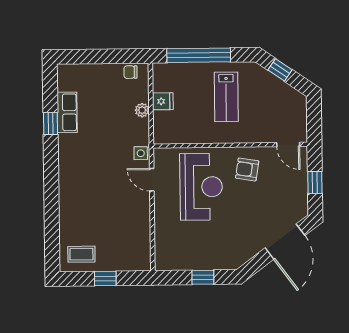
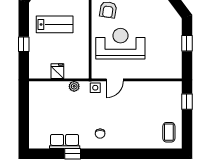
window: (199, 55) -> (24, 44), width x0.32
chair: (130, 72) -> (100, 134), moved
plant: (142, 110) -> (74, 86), moved
window: (105, 278) -> (187, 102), moved

